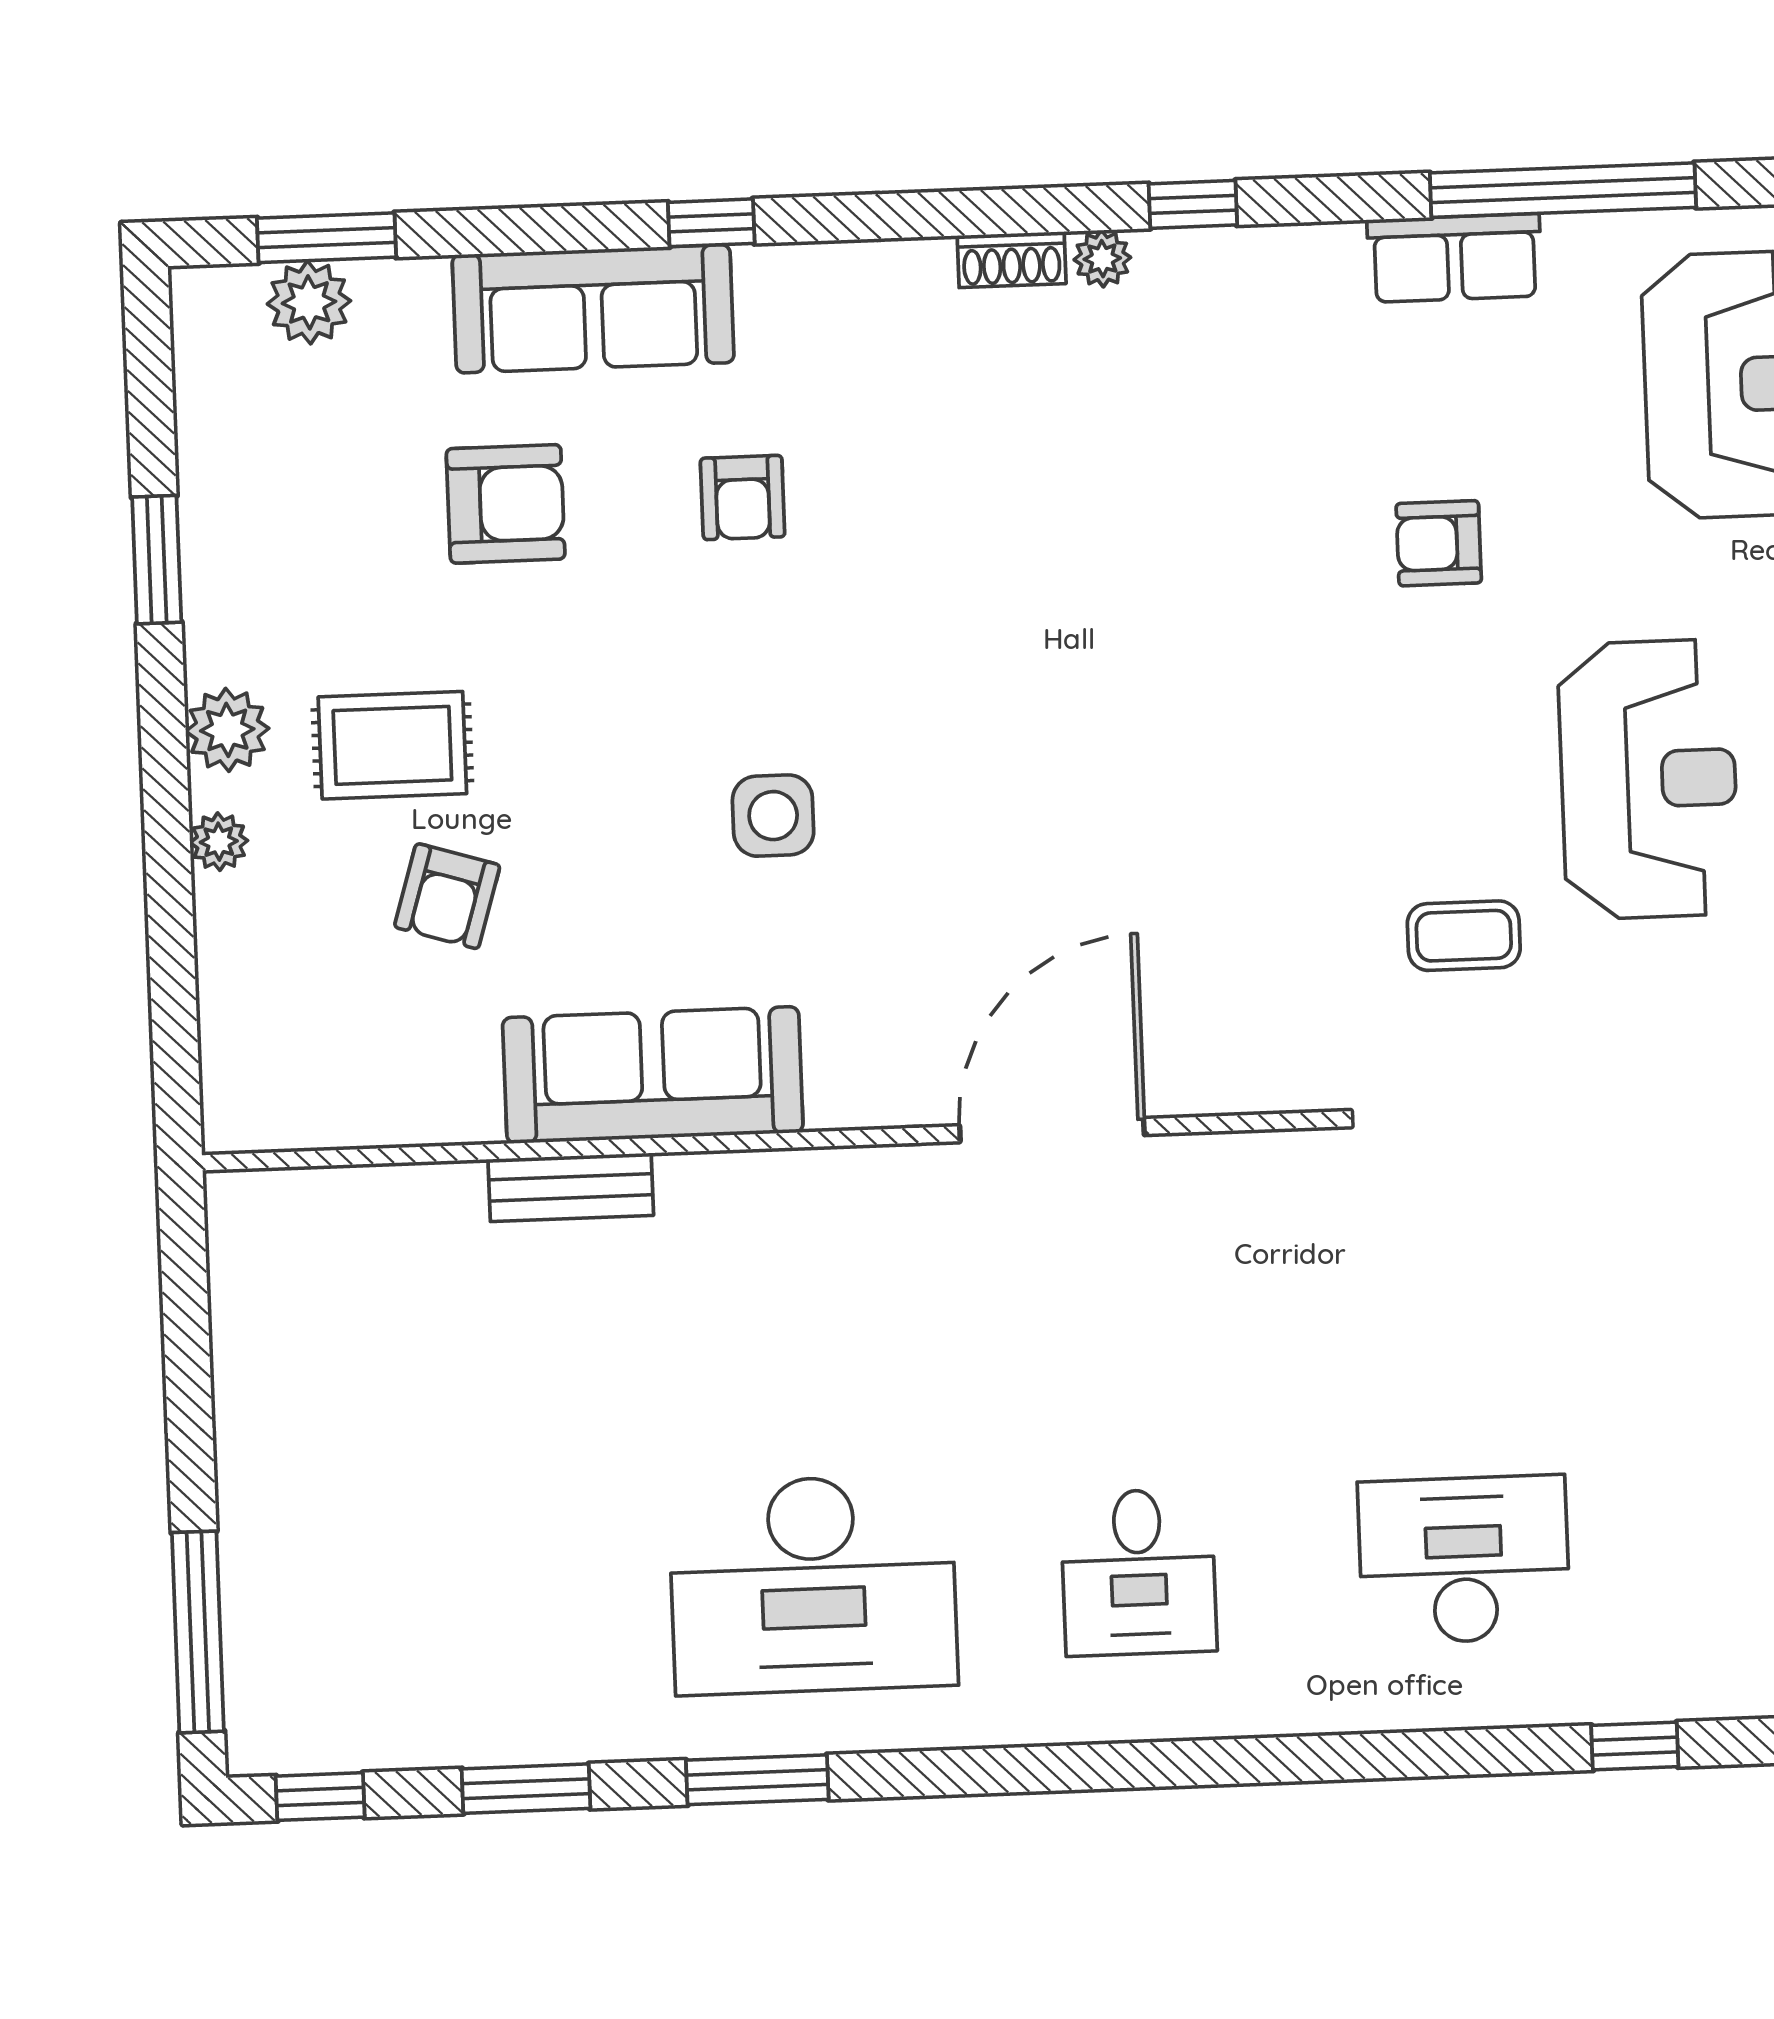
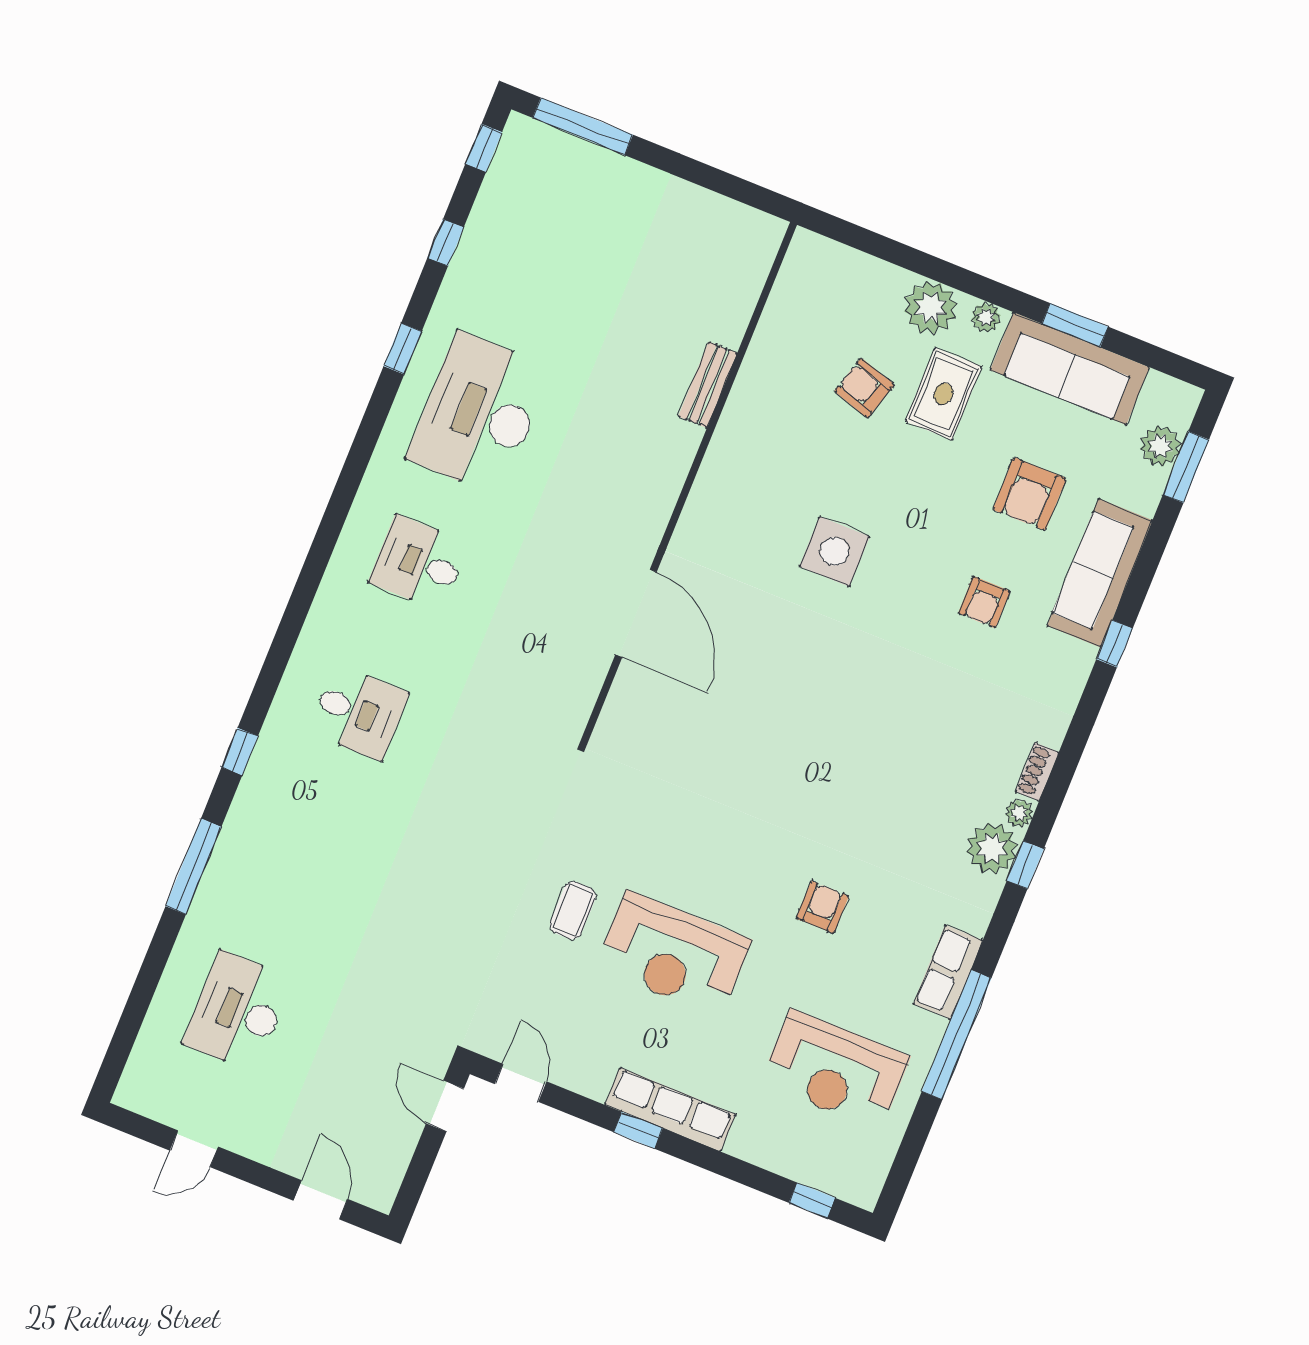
plant: (1190, 279) -> (992, 848), added
armchair: (743, 498) -> (984, 602), turned -90
plant: (227, 730) -> (986, 317), width x0.73, depth x0.73
side table: (773, 816) -> (835, 551), width x1.37, depth x1.37
plant: (219, 842) -> (931, 308), width x1.88, depth x1.88
coffee table: (1464, 936) -> (573, 910), moved
sofa: (653, 1075) -> (1070, 369), moved, turned 90
desk: (1464, 1560) -> (359, 712), width x0.73
window: (757, 1780) -> (403, 349), width x0.67
window: (526, 1789) -> (445, 243), width x0.67

